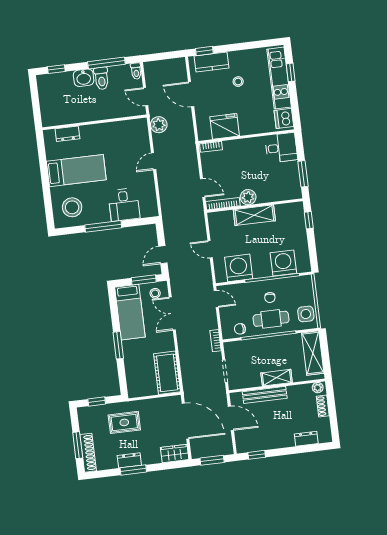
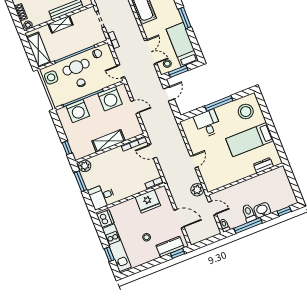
plant: (248, 197) -> (85, 166), moved

